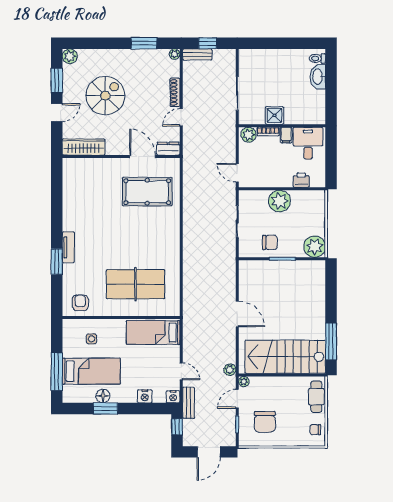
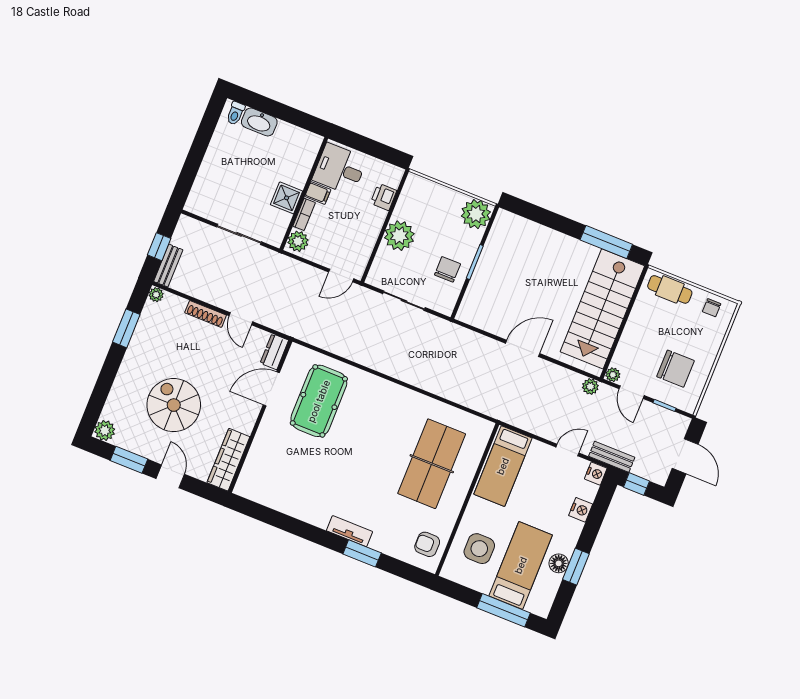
side table: (91, 339) -> (479, 549), width x1.87, depth x1.87

